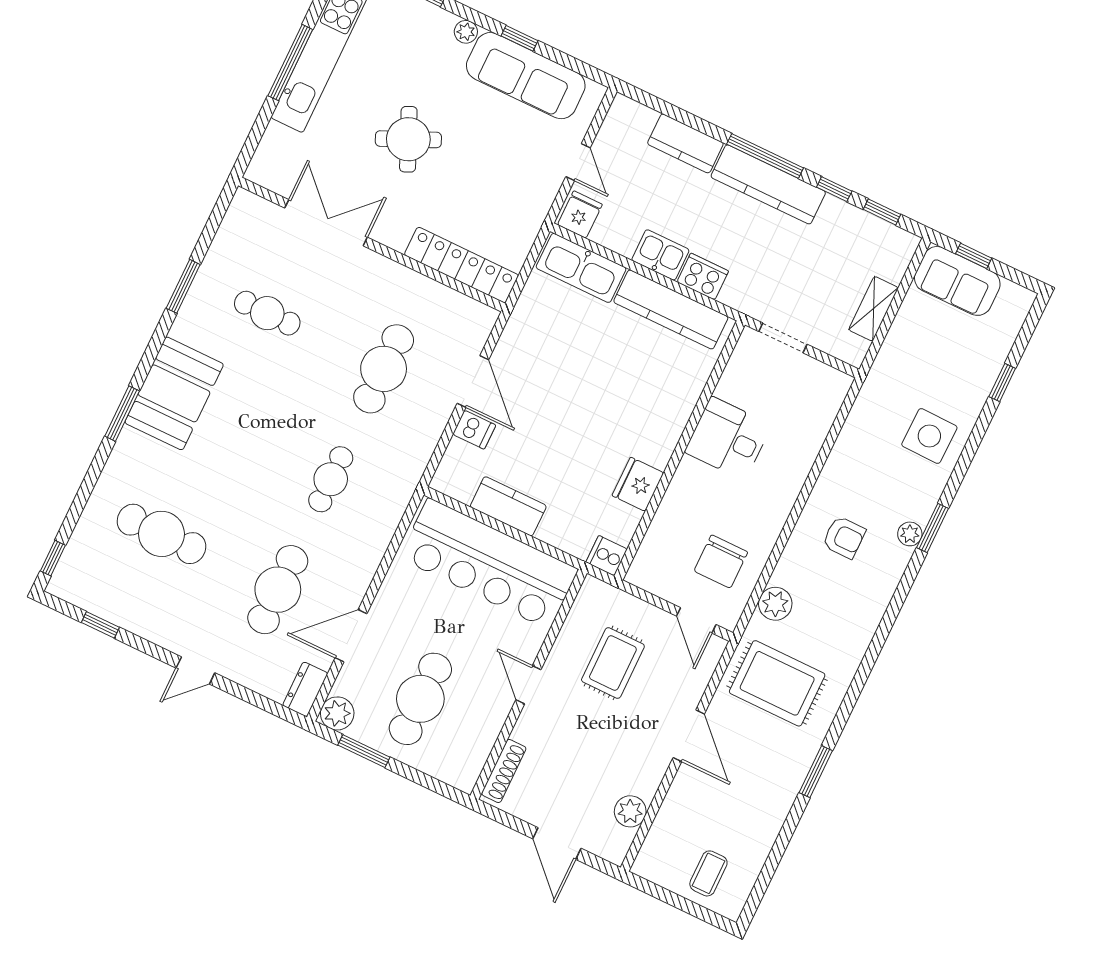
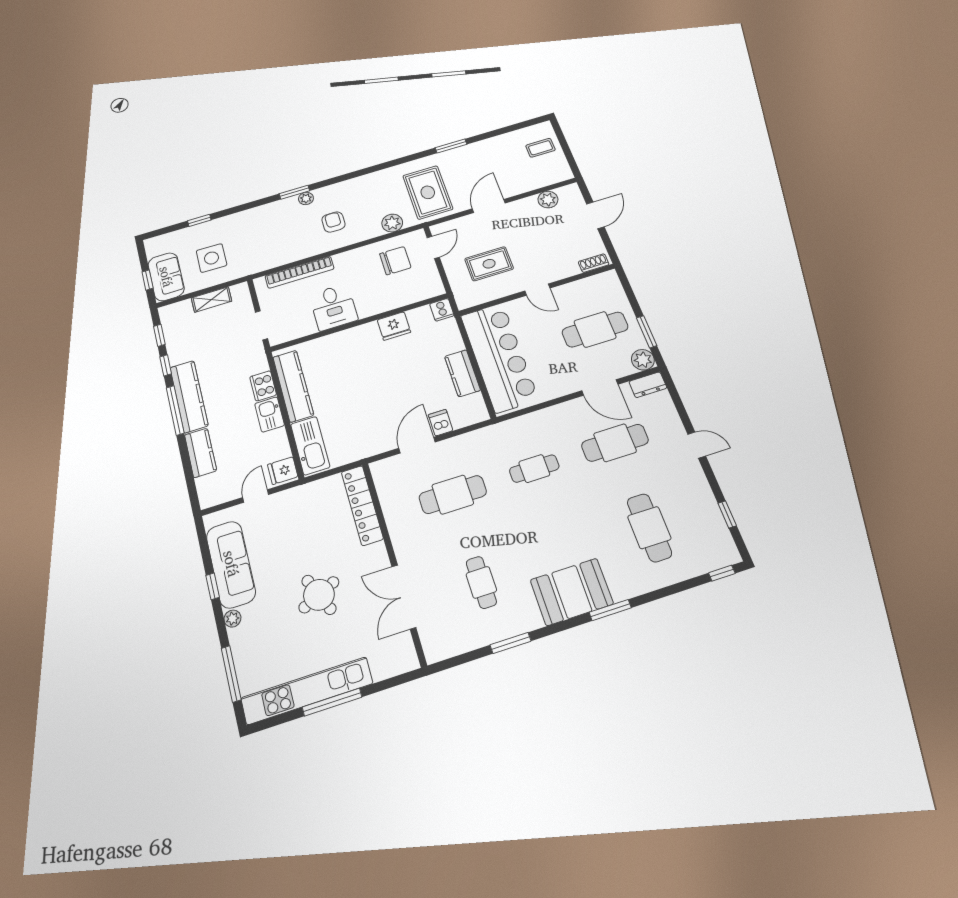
side table: (929, 436) -> (211, 258), moved
bookcase: (812, 439) -> (300, 272), added
door: (528, 685) -> (537, 290), hinge flipped
shoe rack: (504, 771) -> (594, 263), width x0.70

